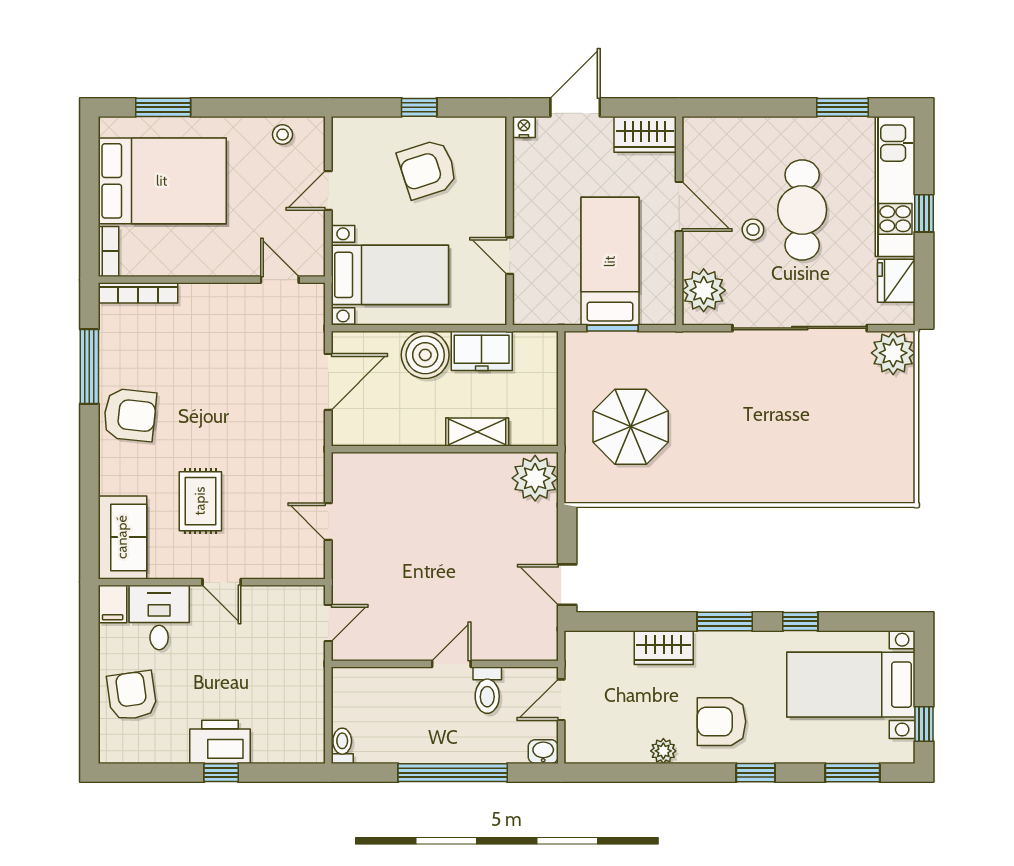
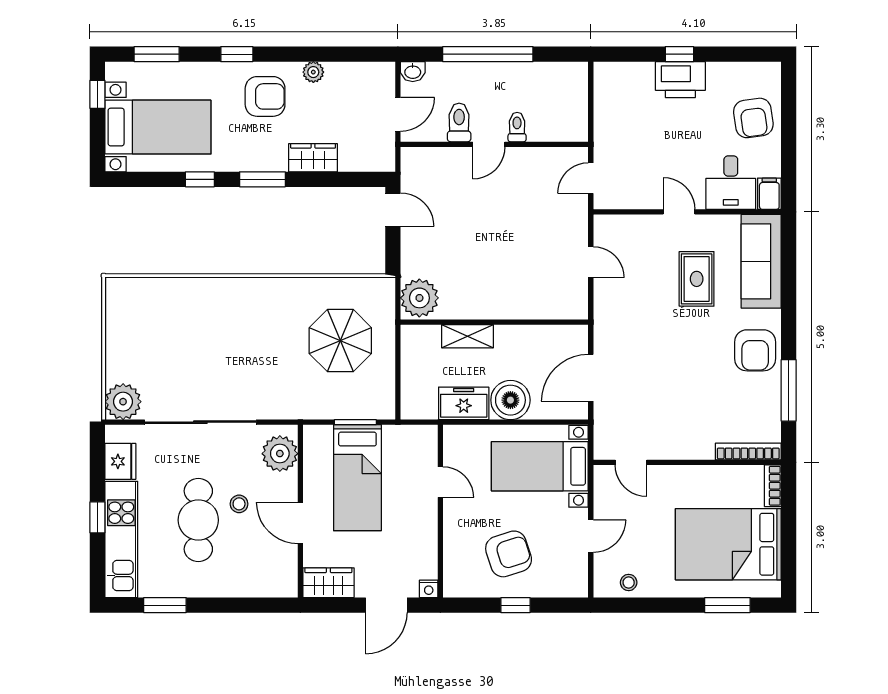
armchair: (130, 415) -> (755, 350), turned -96
sofa: (122, 537) -> (761, 261), width x1.36
toilet: (342, 746) -> (517, 127), moved, turned 180

